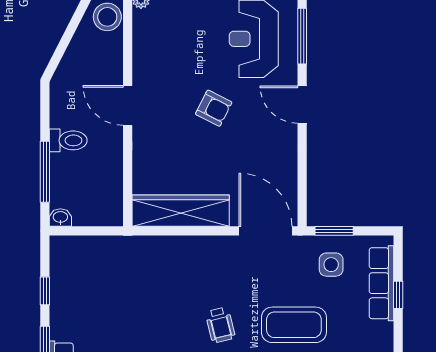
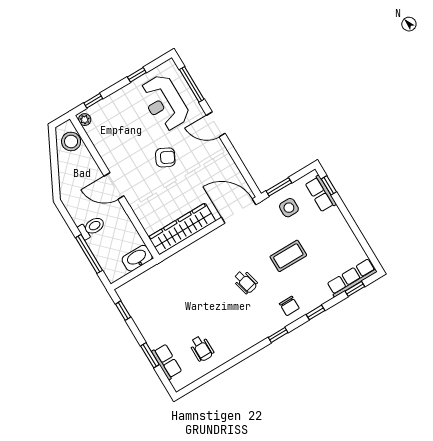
washbasin: (60, 217) -> (137, 258), moved, width x1.91, depth x1.45
row of seats: (382, 283) -> (321, 194), width x0.68
window: (45, 291) -> (123, 311), moved
window: (398, 295) -> (329, 185), moved
coffee table: (294, 325) -> (288, 256), width x0.73, depth x0.76

